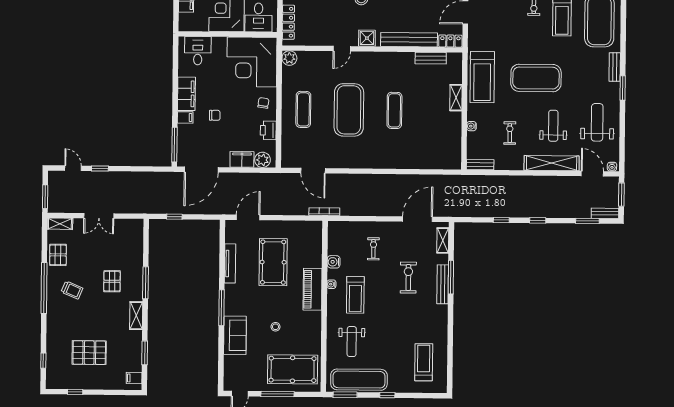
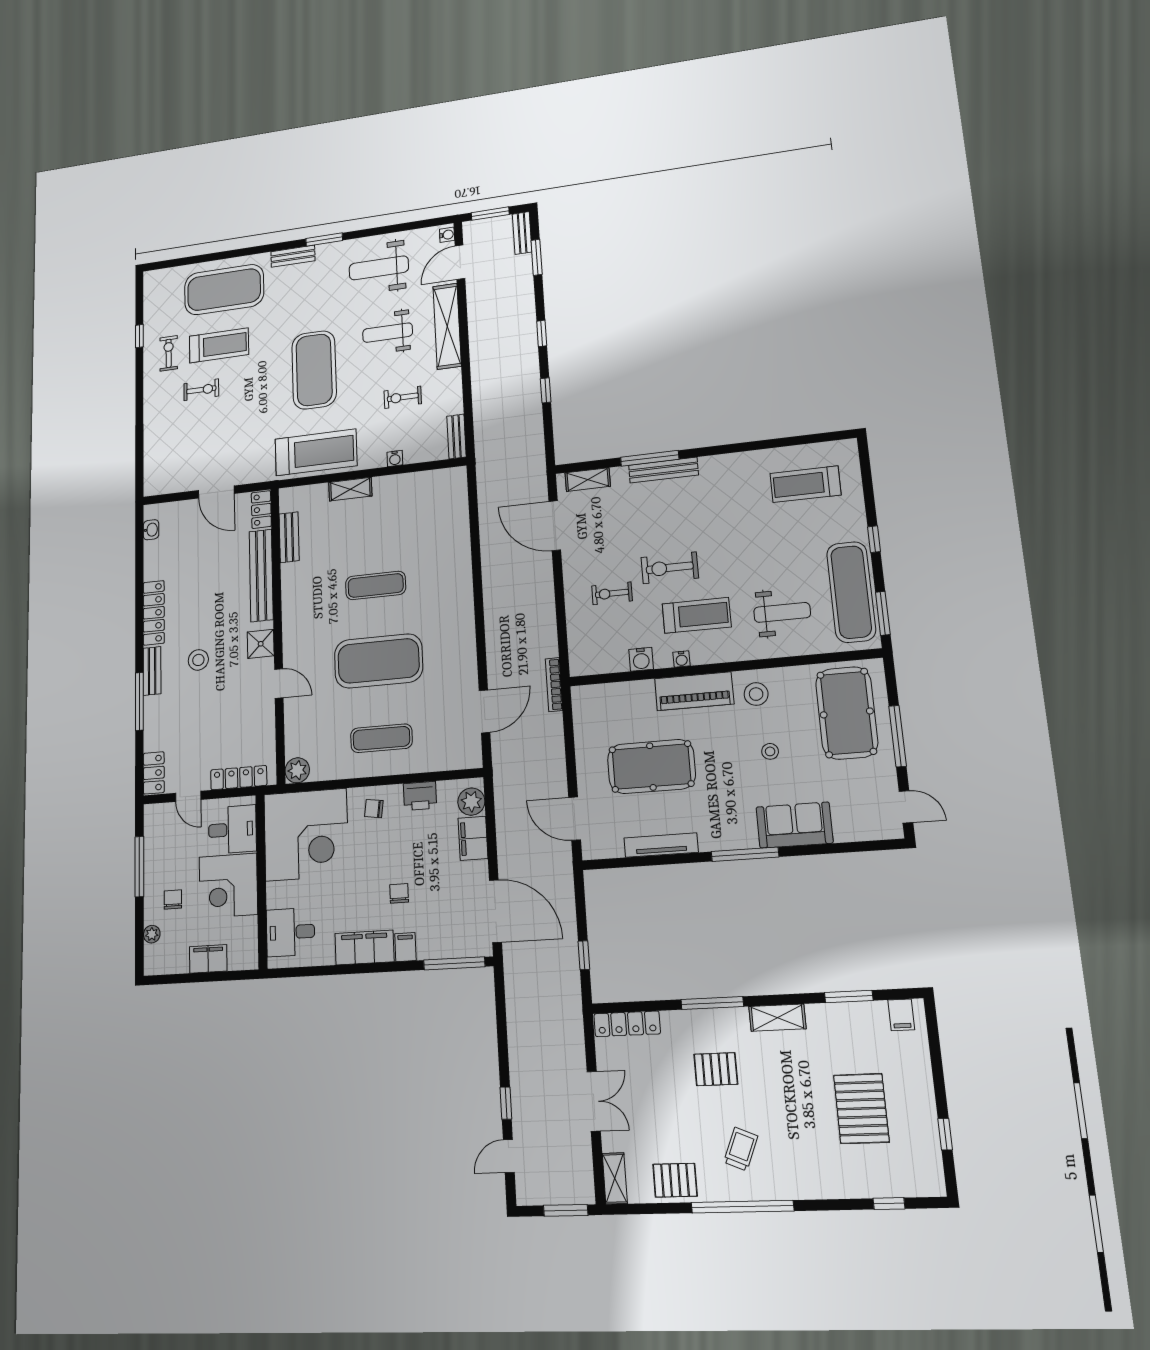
locker: (137, 237) -> (627, 1024), added
exercise bike: (408, 278) -> (670, 568), moved
stool: (308, 323) -> (756, 694), added

